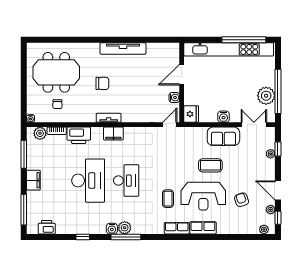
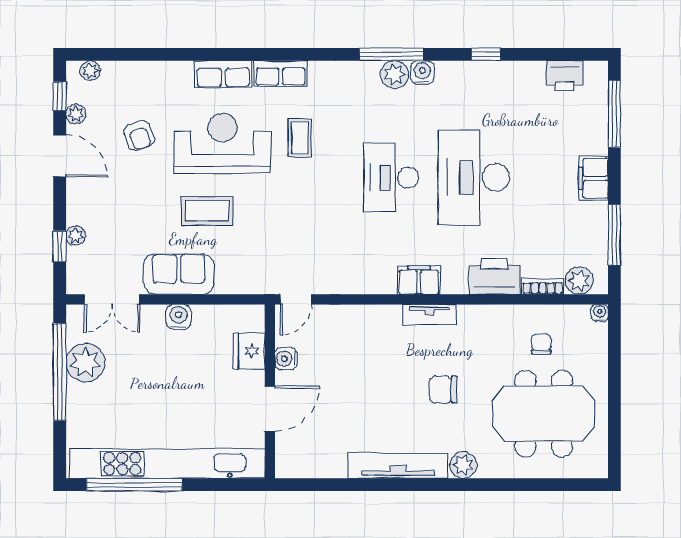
plant: (93, 49) -> (463, 465), added
fridge: (191, 114) -> (249, 351), moved

